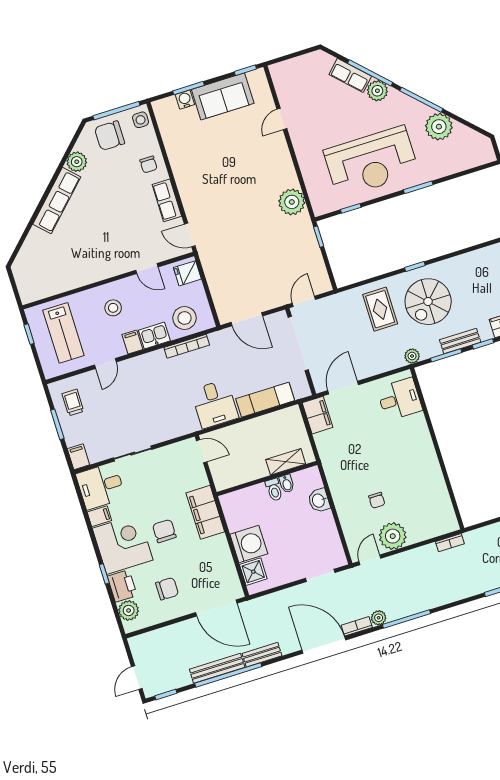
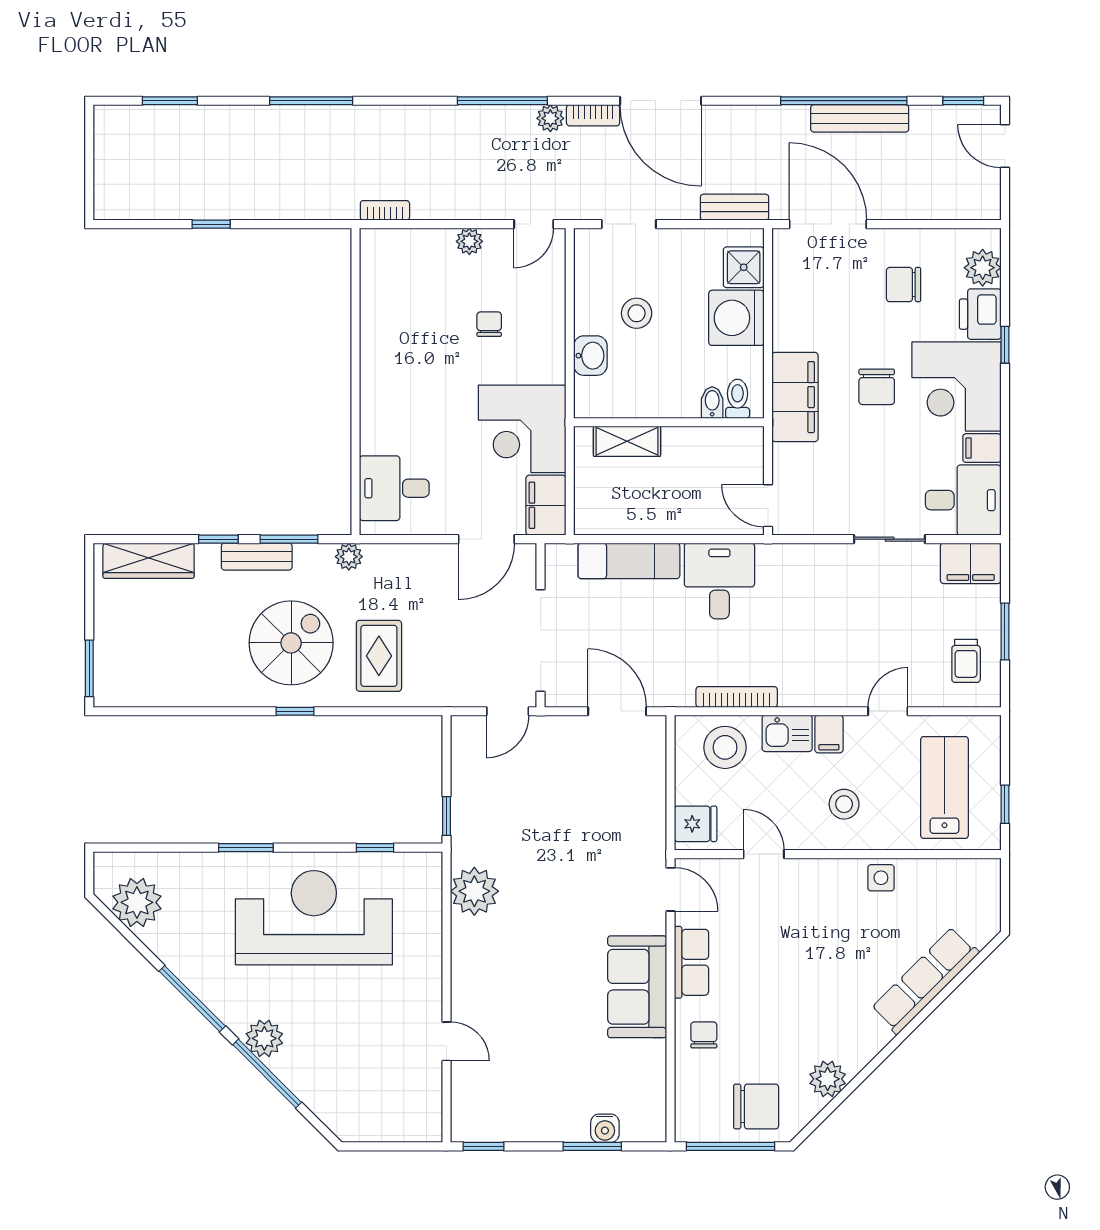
row of seats: (350, 75) -> (303, 1080), removed
sofa: (223, 96) -> (637, 987), moved, turned -90
door: (282, 119) -> (446, 1041), hinge flipped
side table: (141, 120) -> (881, 878), moved
plant: (439, 127) -> (137, 902), moved
row of seats: (57, 201) -> (925, 981), moved
corner desk: (342, 451) -> (522, 429), added
filing cabinet: (78, 457) -> (971, 563), width x2.00
bidet: (287, 484) -> (712, 403), moved
toilet: (274, 490) -> (738, 399), moved
stool: (302, 530) -> (637, 313), added
plant: (393, 536) -> (469, 241), width x0.53, depth x0.53
bench: (262, 655) -> (735, 207), moved
door: (137, 678) -> (1005, 146), swing flipped

